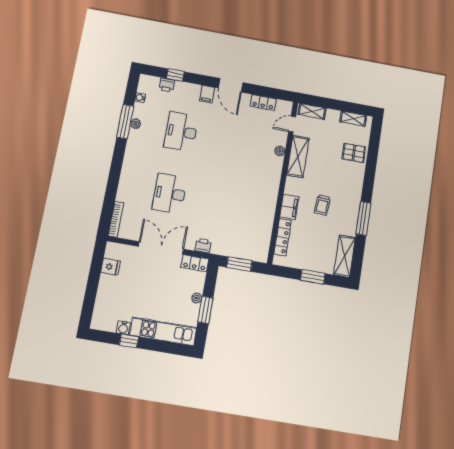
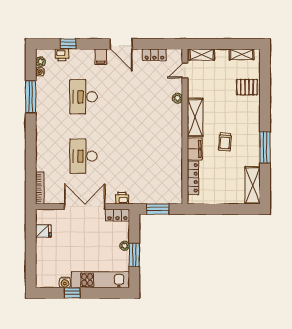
plant: (136, 124) -> (40, 62), moved
shelving: (298, 156) -> (195, 118), moved
window: (313, 277) -> (226, 209), removed

